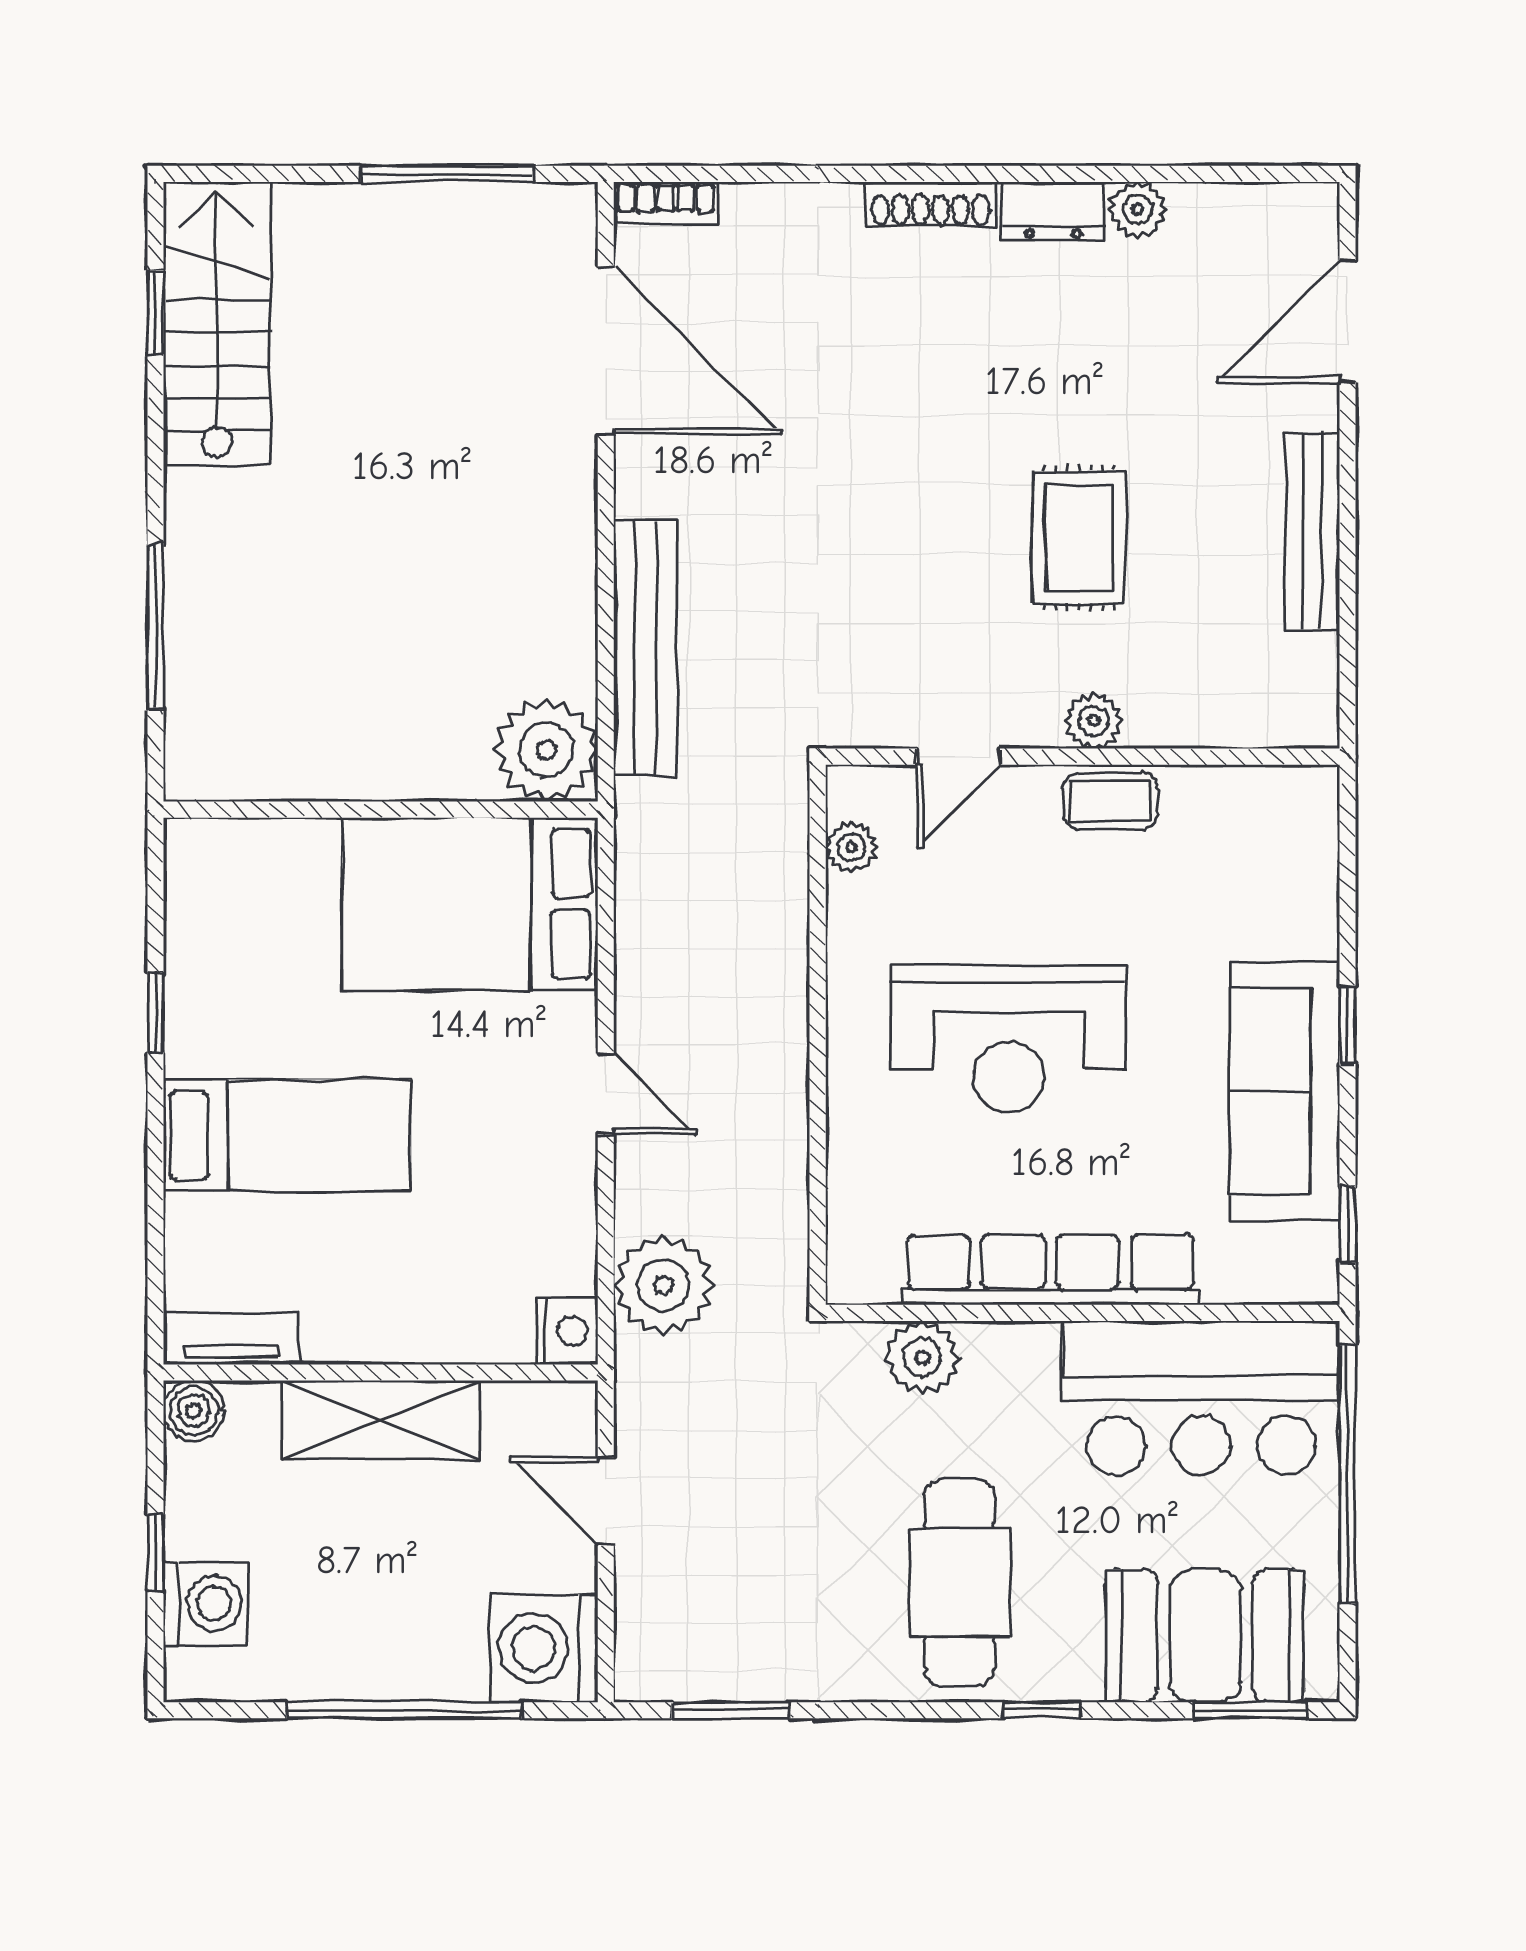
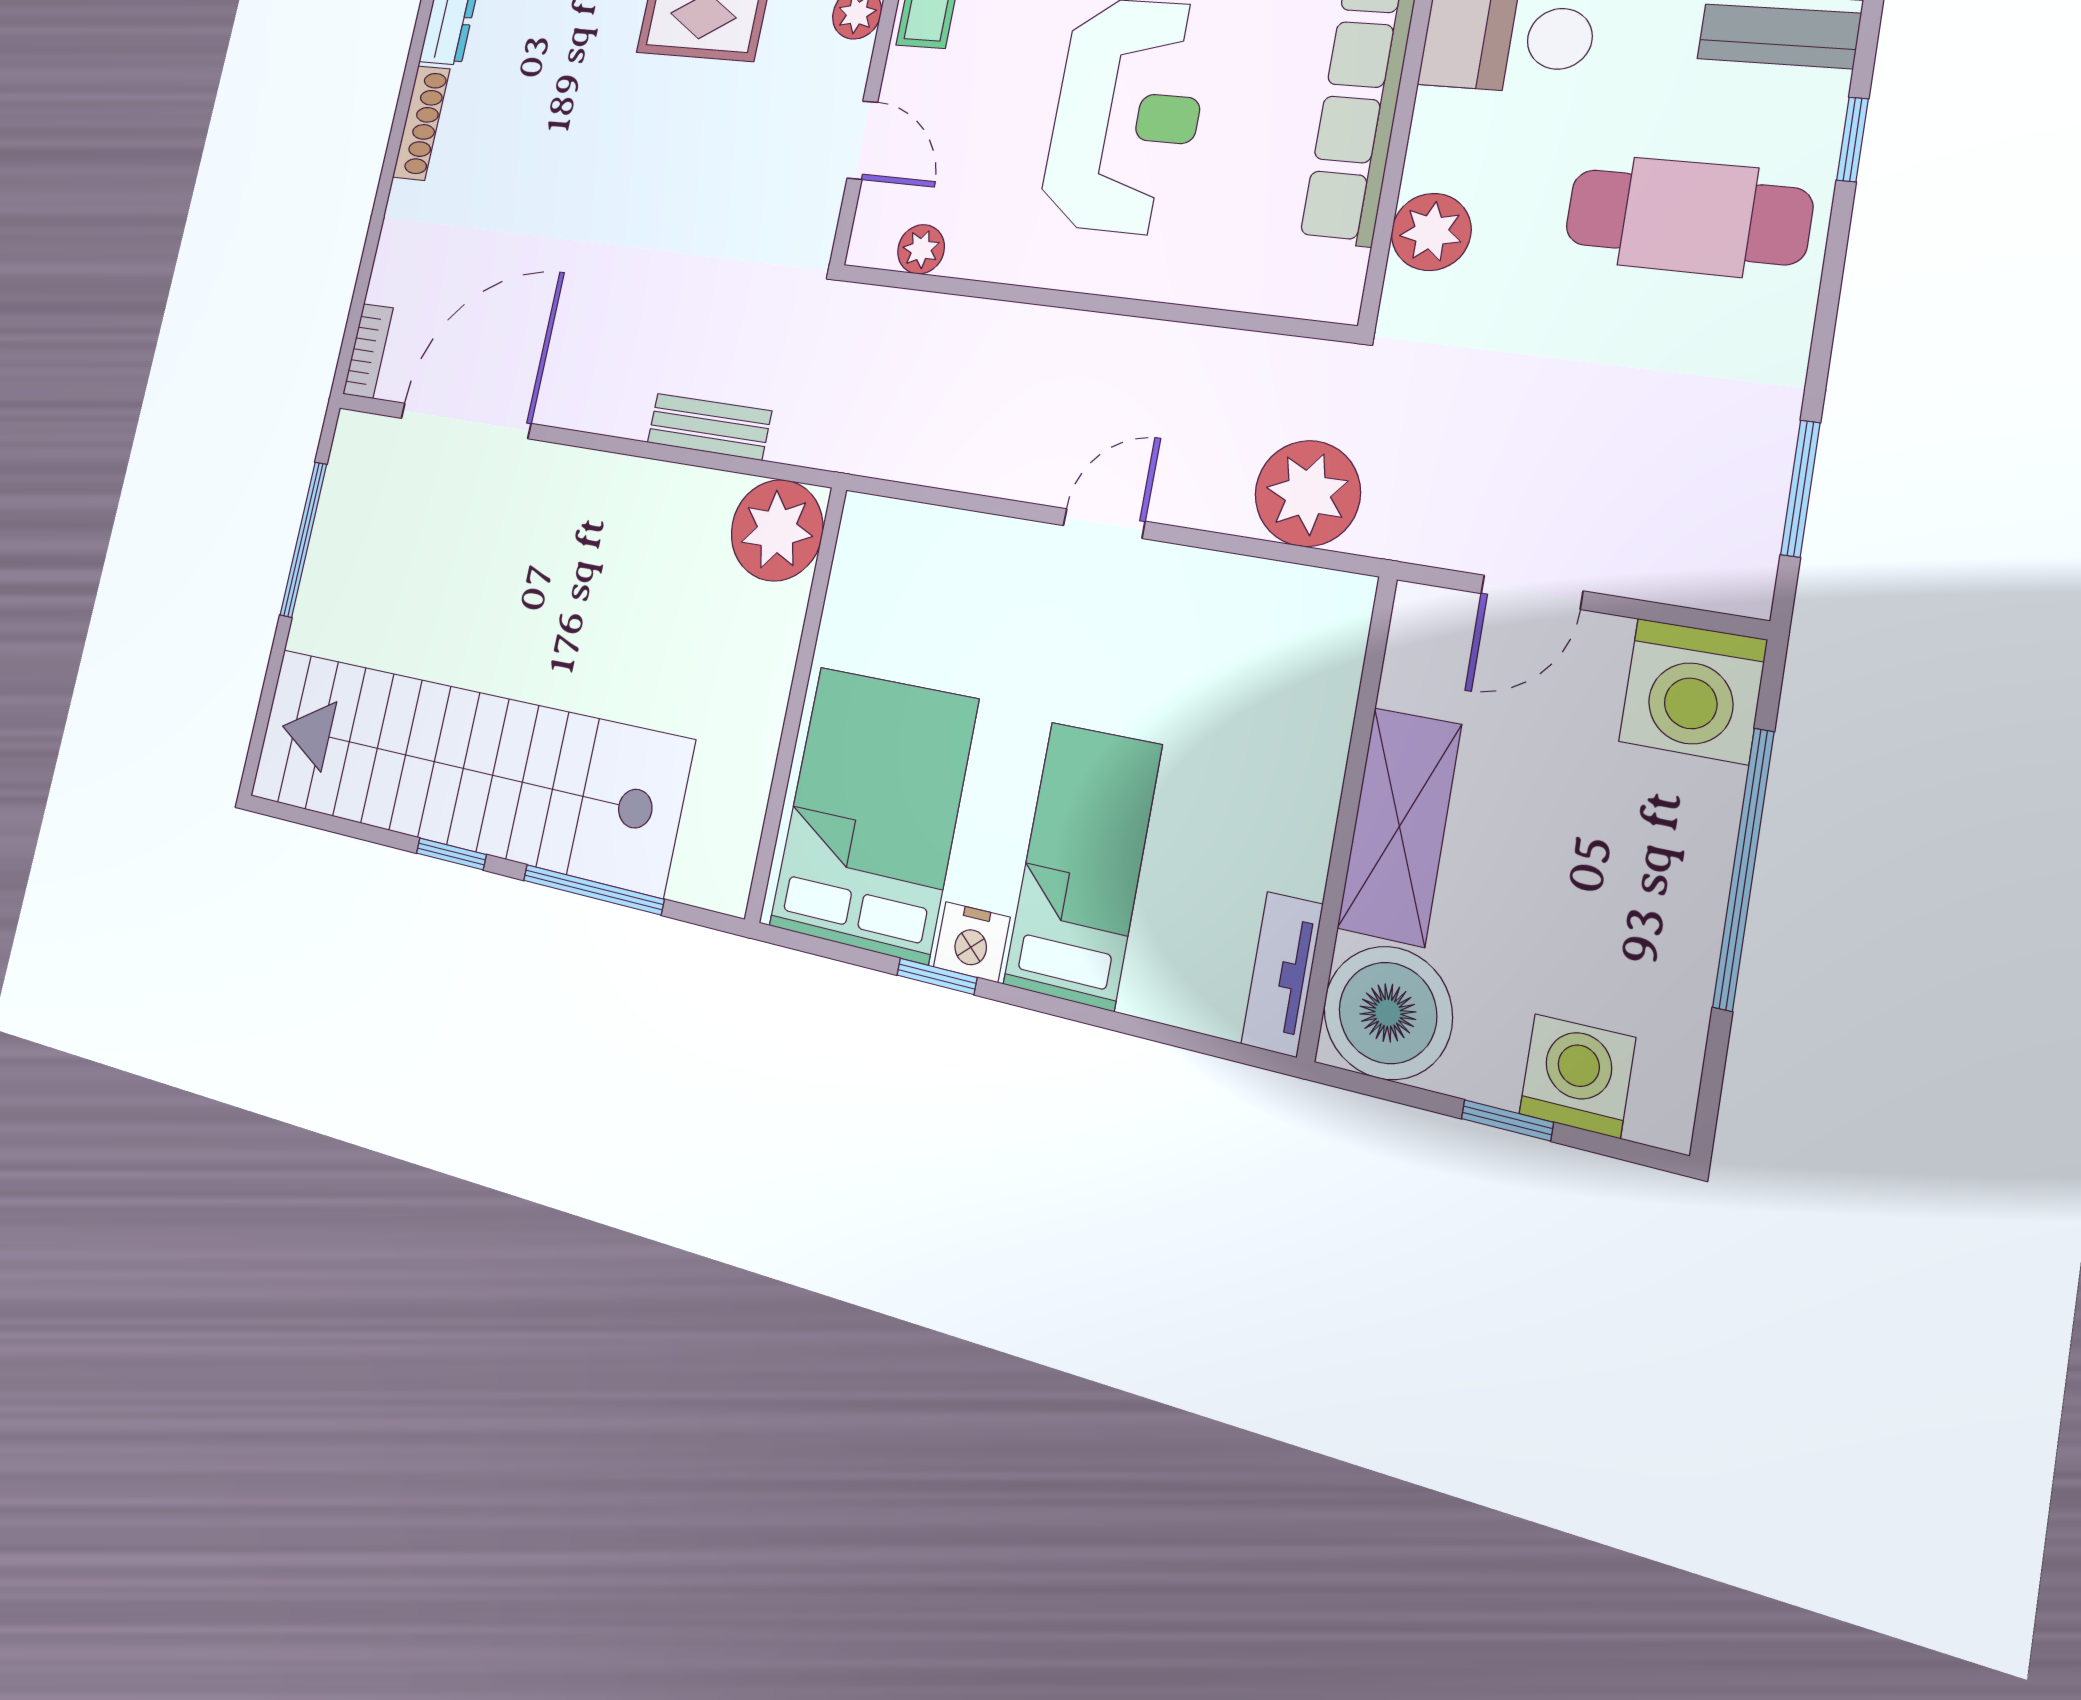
window: (155, 312) -> (451, 854), moved
stairs: (217, 323) -> (465, 769), width x1.86, depth x1.51
bench: (645, 648) -> (709, 427), width x0.54, depth x0.82
bed: (470, 904) -> (874, 813), moved, turned 180
nightstand: (567, 1331) -> (972, 942), moved, turned 180
boiler: (194, 1411) -> (1388, 1013), width x1.86, depth x1.86

